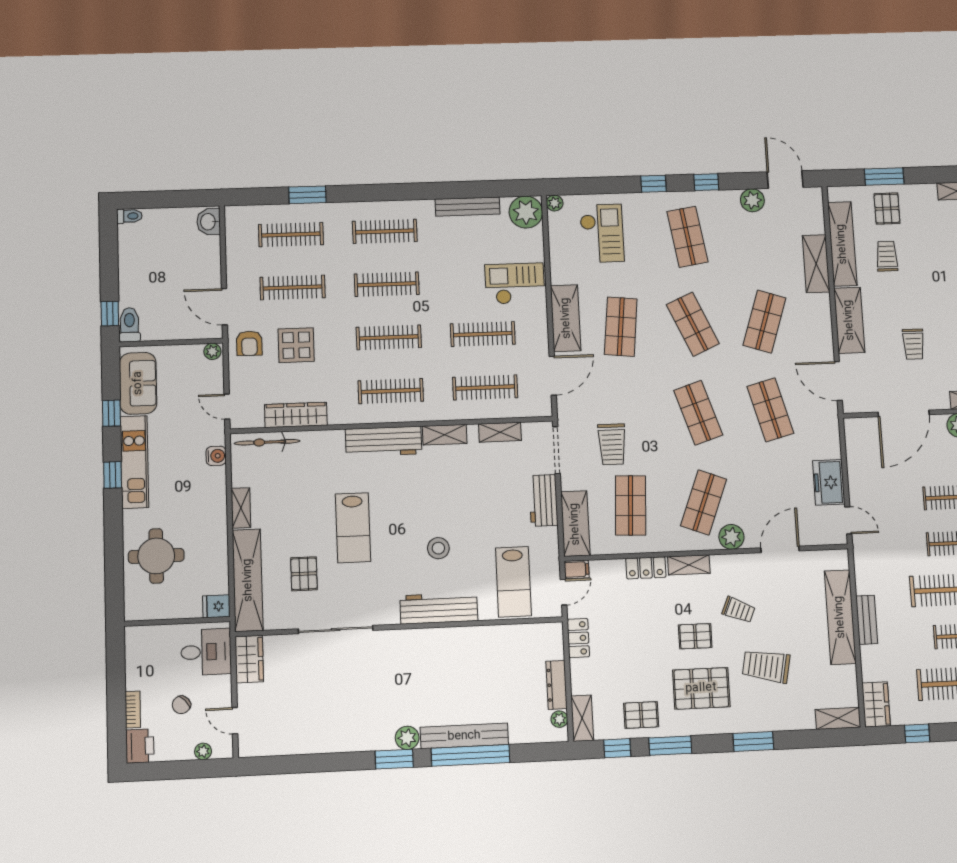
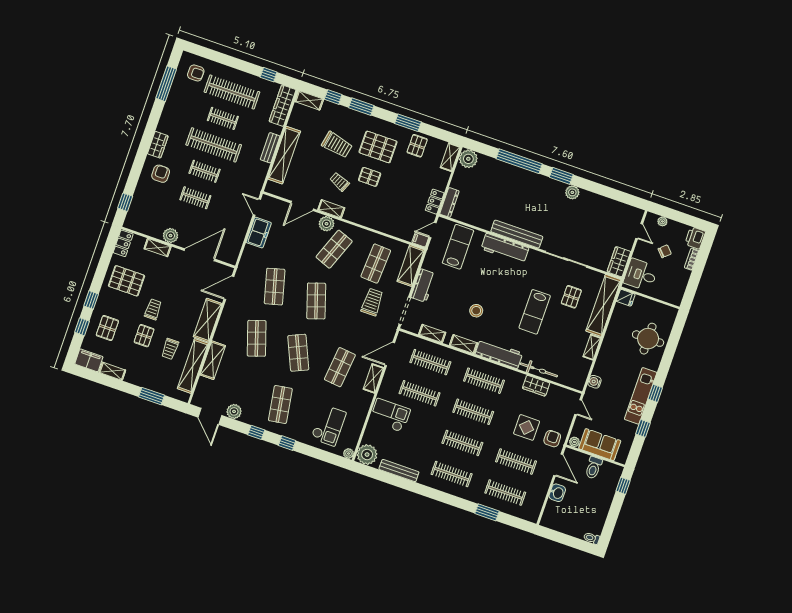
pallet: (887, 209) -> (144, 336), moved
washbasin: (209, 222) -> (557, 493), moved
checkout: (602, 233) -> (329, 425), turned 180
checkout: (515, 284) -> (390, 415), turned 180
shelving: (566, 318) -> (373, 378), width x0.67, depth x0.75
shop shelf: (764, 322) -> (257, 338), turned -36
toilet: (129, 325) -> (594, 468), moved
trolley: (913, 344) -> (153, 309), moved
door: (838, 381) -> (229, 288), swing flipped
sofa: (138, 383) -> (600, 445), moved, turned 90
wardrobe: (296, 415) -> (536, 386), width x0.67
bicycle: (267, 442) -> (539, 370), moved
lab bench: (353, 528) -> (535, 312), turned 180
stool: (438, 548) -> (476, 311), moved
shelving: (689, 565) -> (331, 209), moved
locker: (646, 568) -> (381, 225), removed
dresser: (557, 685) -> (449, 202), moved
wardrobe: (876, 704) -> (283, 106), width x1.50
pallet: (641, 715) -> (417, 146), turned 90
plant: (559, 719) -> (468, 159), width x1.88, depth x1.88
bench: (464, 736) -> (517, 234), moved
plant: (407, 738) -> (572, 192), moved
window: (617, 748) -> (333, 97), moved

